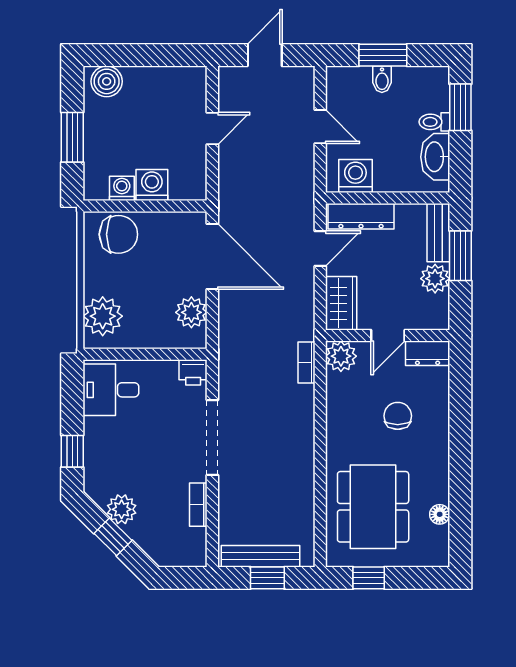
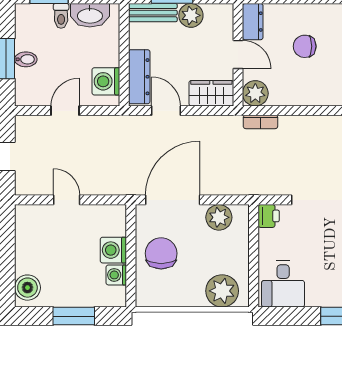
chair: (118, 234) -> (161, 253), moved

